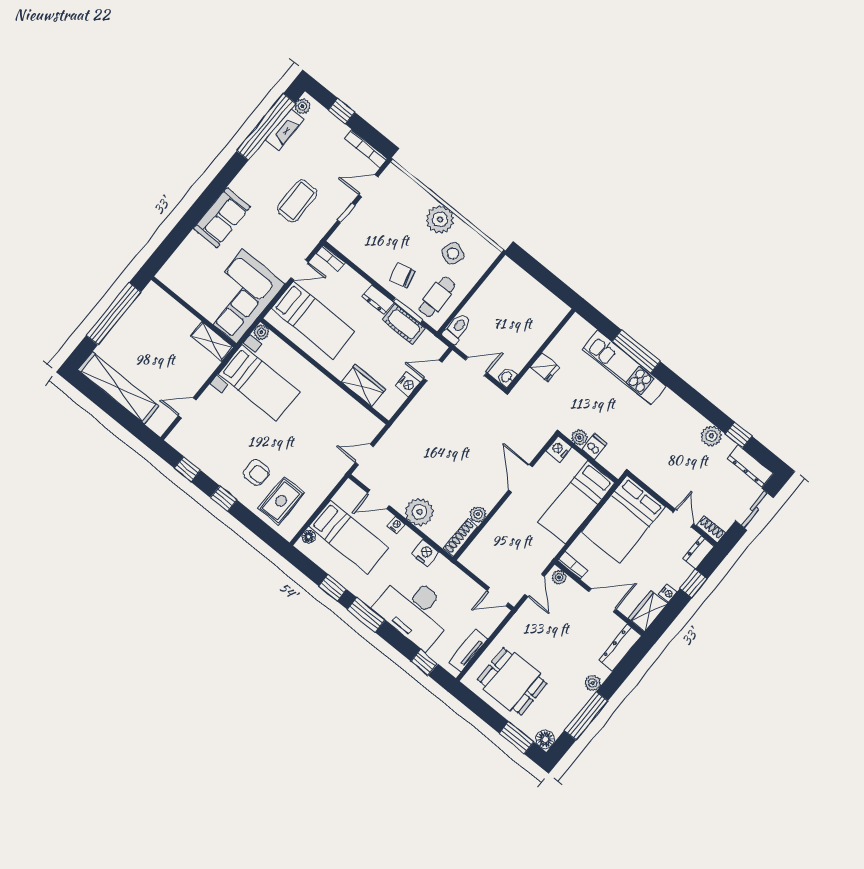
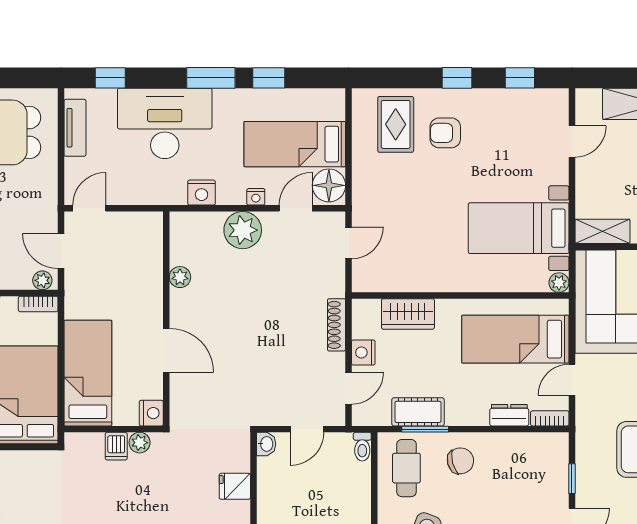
dresser: (378, 300) -> (509, 415), moved
toilet: (457, 329) -> (362, 447), width x0.73, depth x0.72
floor lamp: (309, 537) -> (329, 185), moved, width x1.89, depth x1.89
shoe rack: (461, 538) -> (337, 325), moved, turned 180

